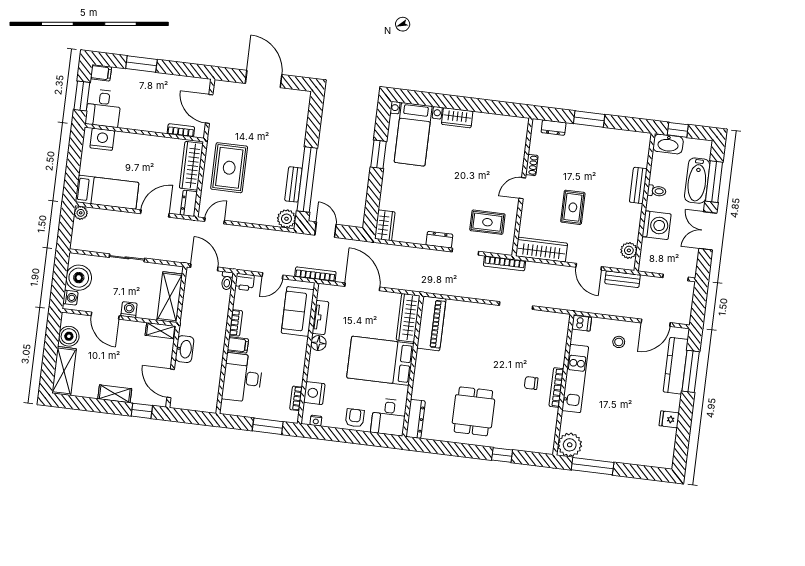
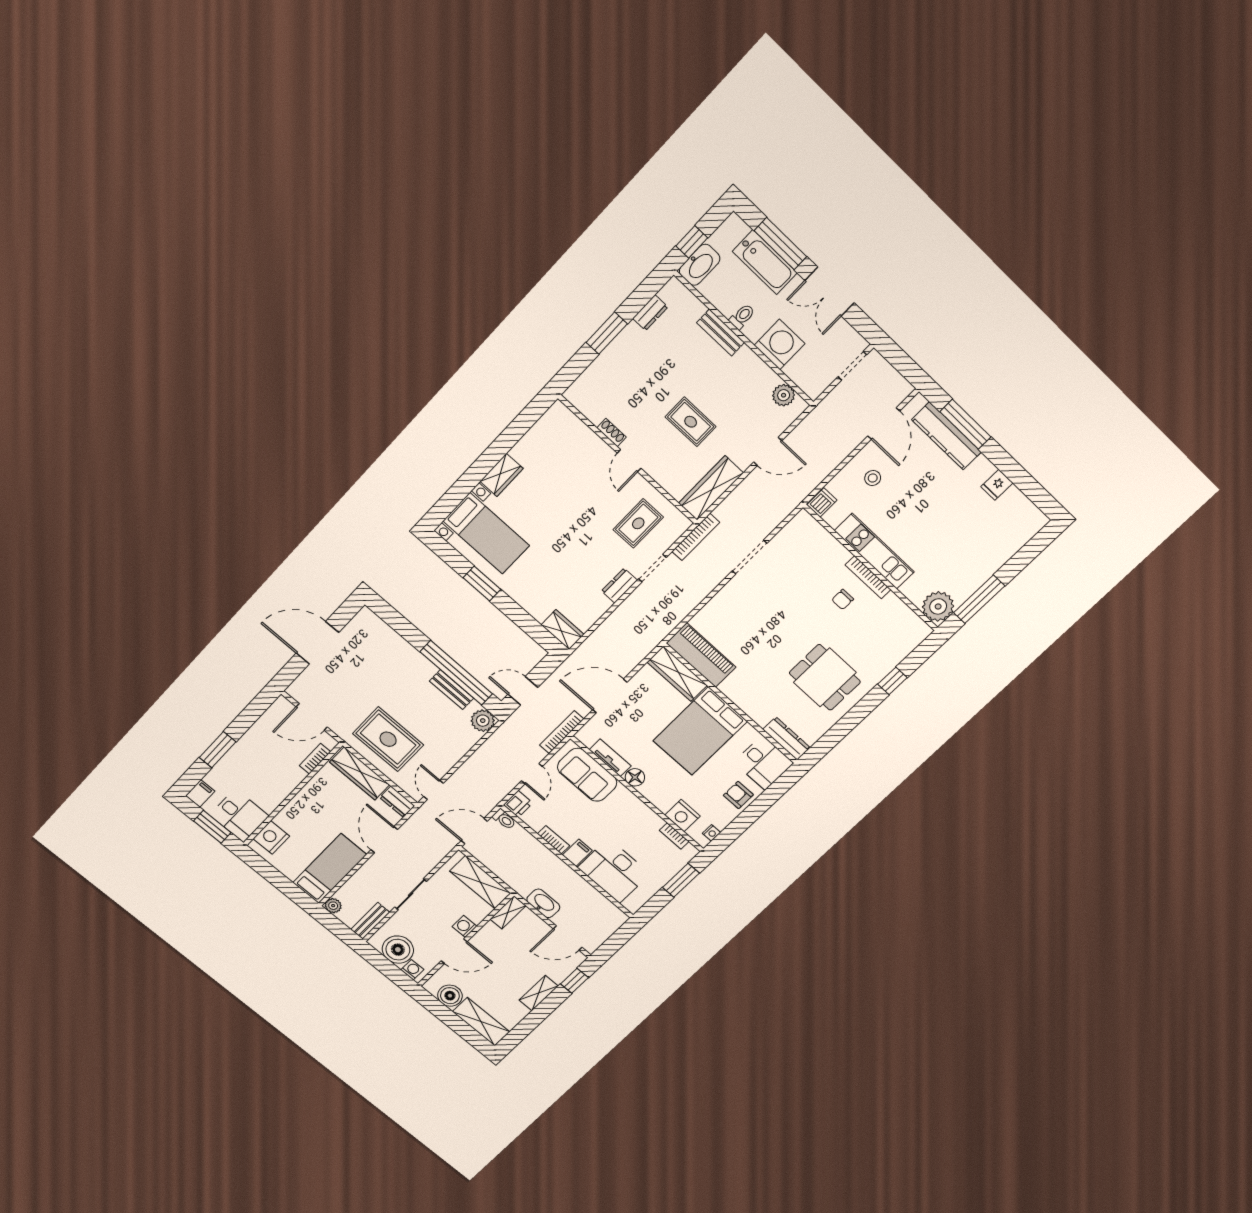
dresser: (554, 128) -> (650, 313), moved
bench: (623, 279) -> (370, 921), moved

